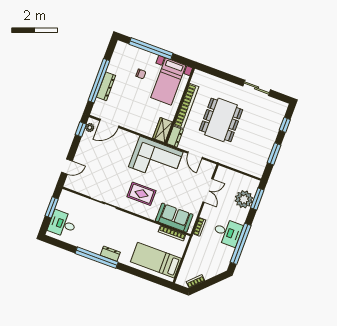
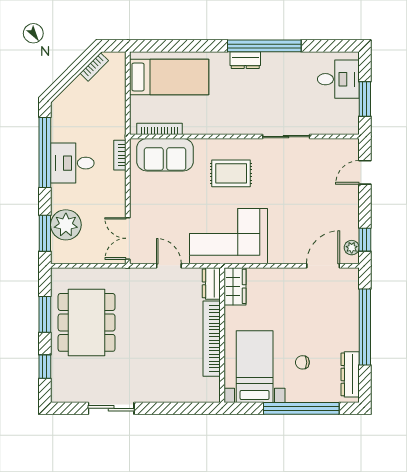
dresser: (106, 86) -> (350, 374), moved
dining table: (221, 120) -> (87, 322), moved
double door: (208, 190) -> (128, 238), moved

